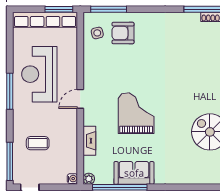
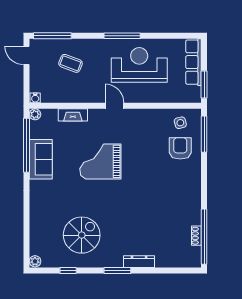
row of seats: (45, 20) -> (194, 62), width x0.73
grand piano: (136, 113) -> (100, 161), turned 180
coffee table: (38, 143) -> (70, 63), turned -69

